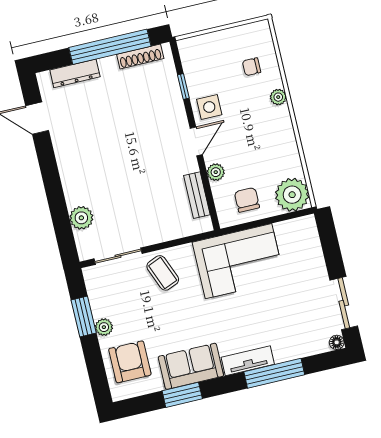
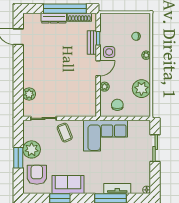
dresser: (75, 73) -> (54, 18), moved
bench: (197, 195) -> (92, 43), moved
plant: (292, 195) -> (141, 89), moved
sliding door: (344, 303) -> (155, 148), moved
window: (84, 316) -> (18, 158), moved
plant: (104, 327) -> (32, 149), width x1.88, depth x1.88
tv unit: (248, 361) -> (117, 189), moved

